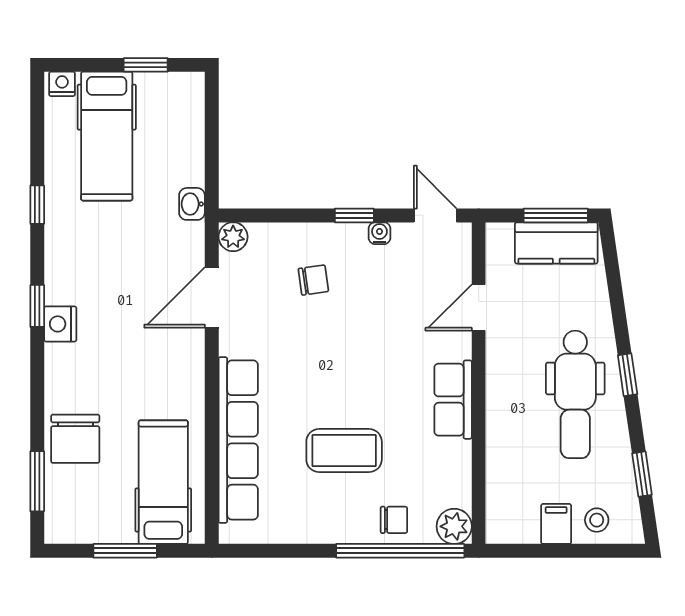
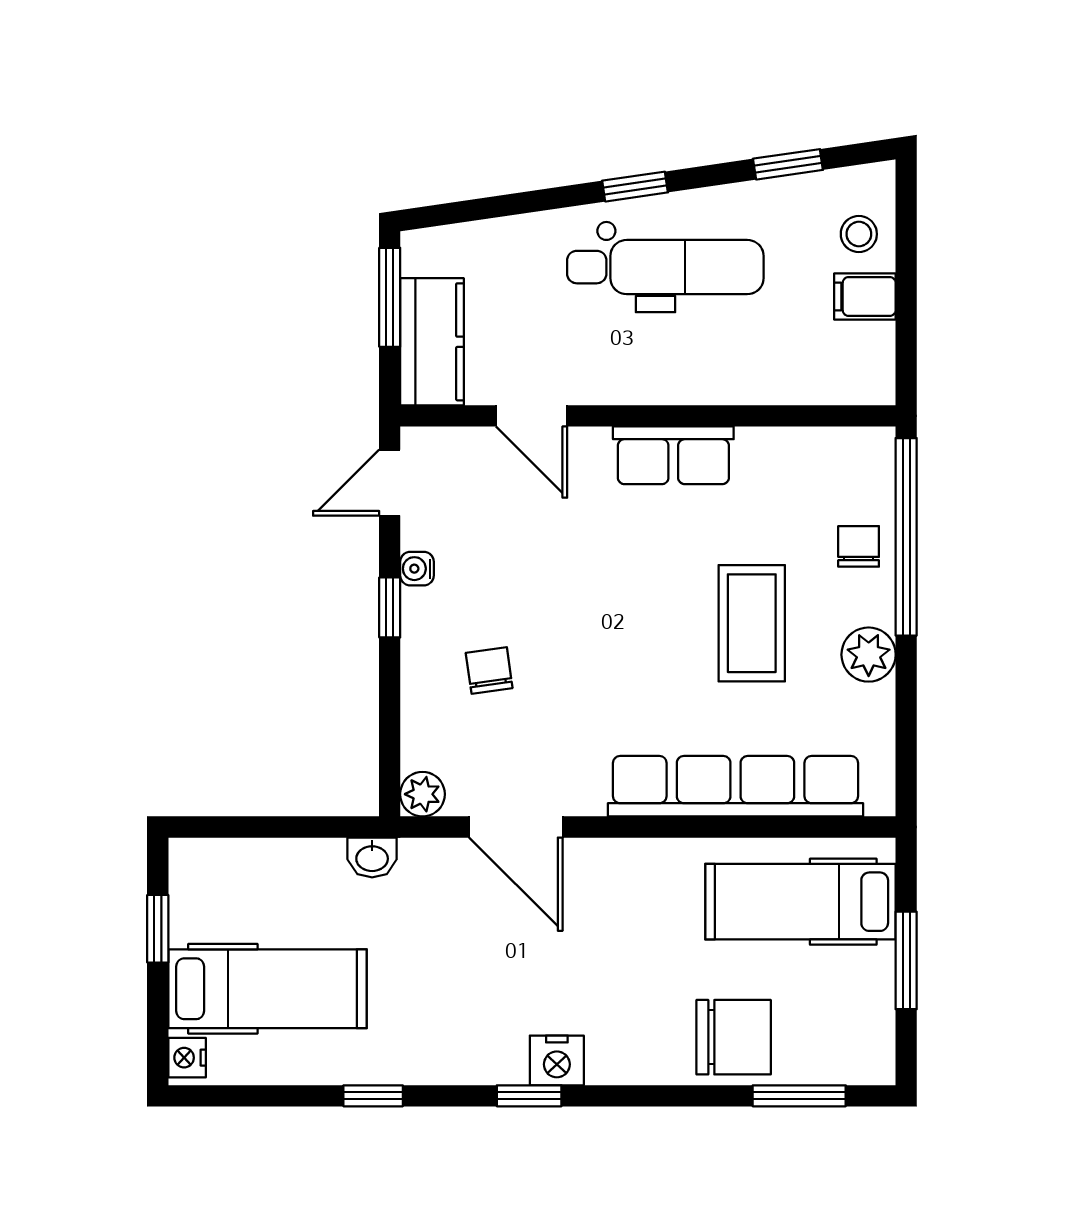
kitchen counter: (556, 243) -> (432, 342), moved
plant: (454, 526) -> (869, 655), moved

